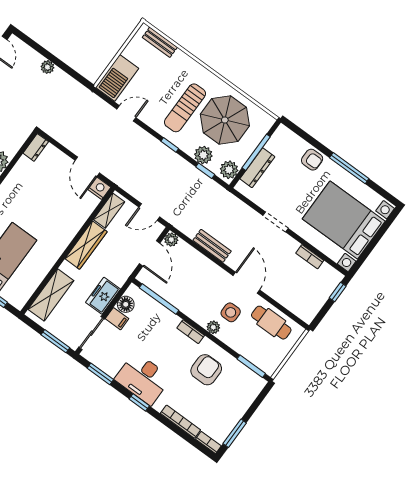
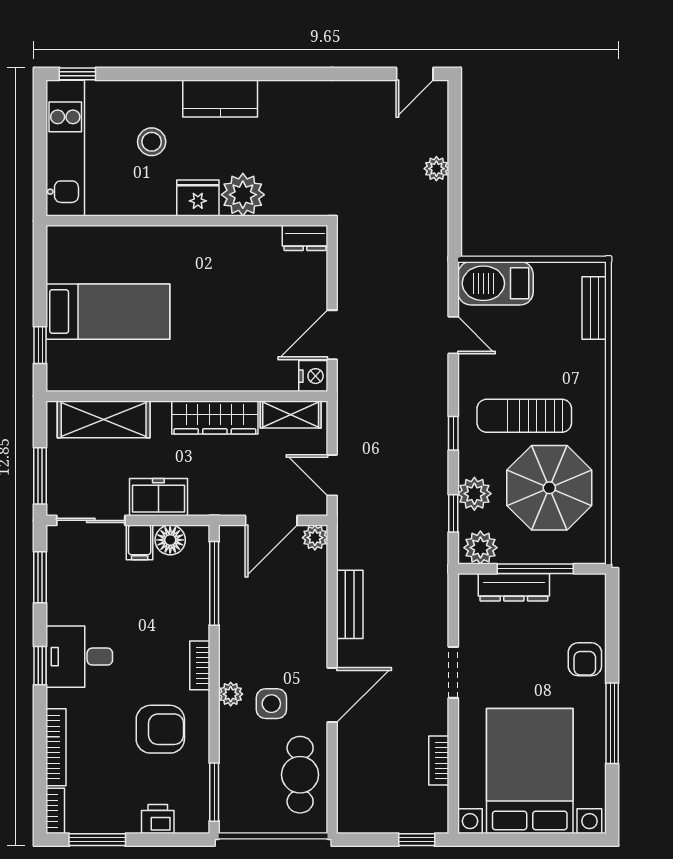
desk: (143, 378) -> (79, 657), width x0.73
printer: (245, 400) -> (158, 819), added

